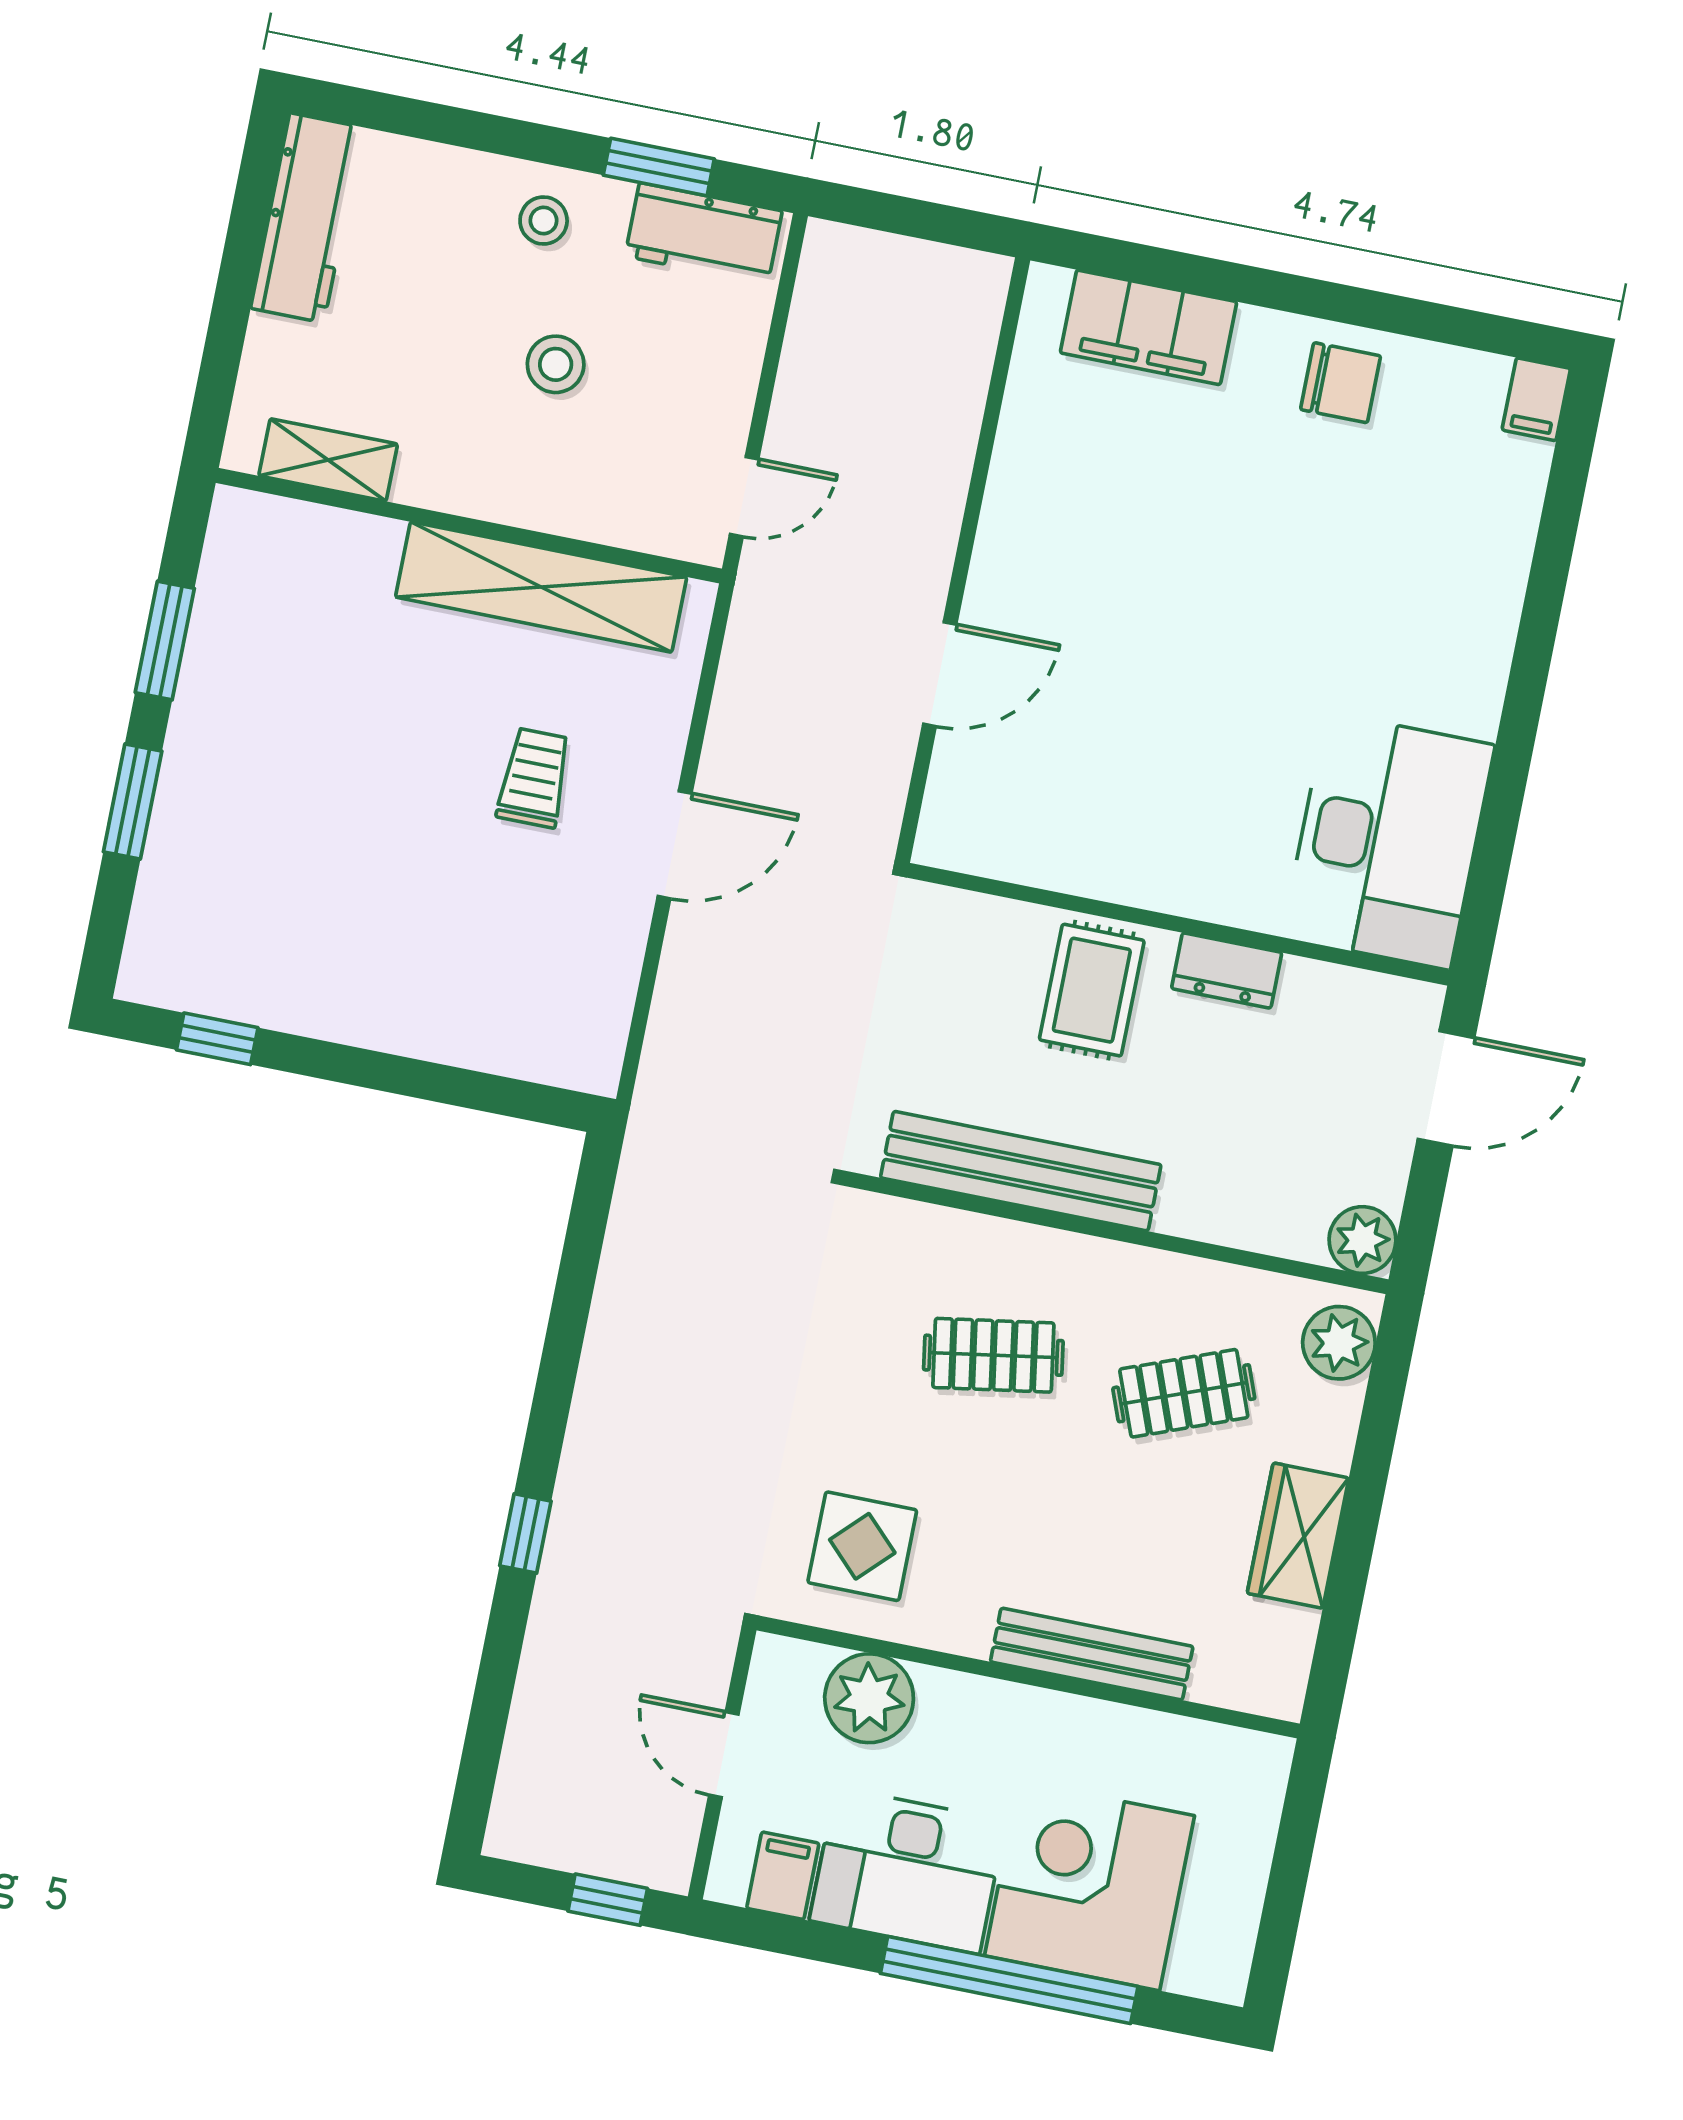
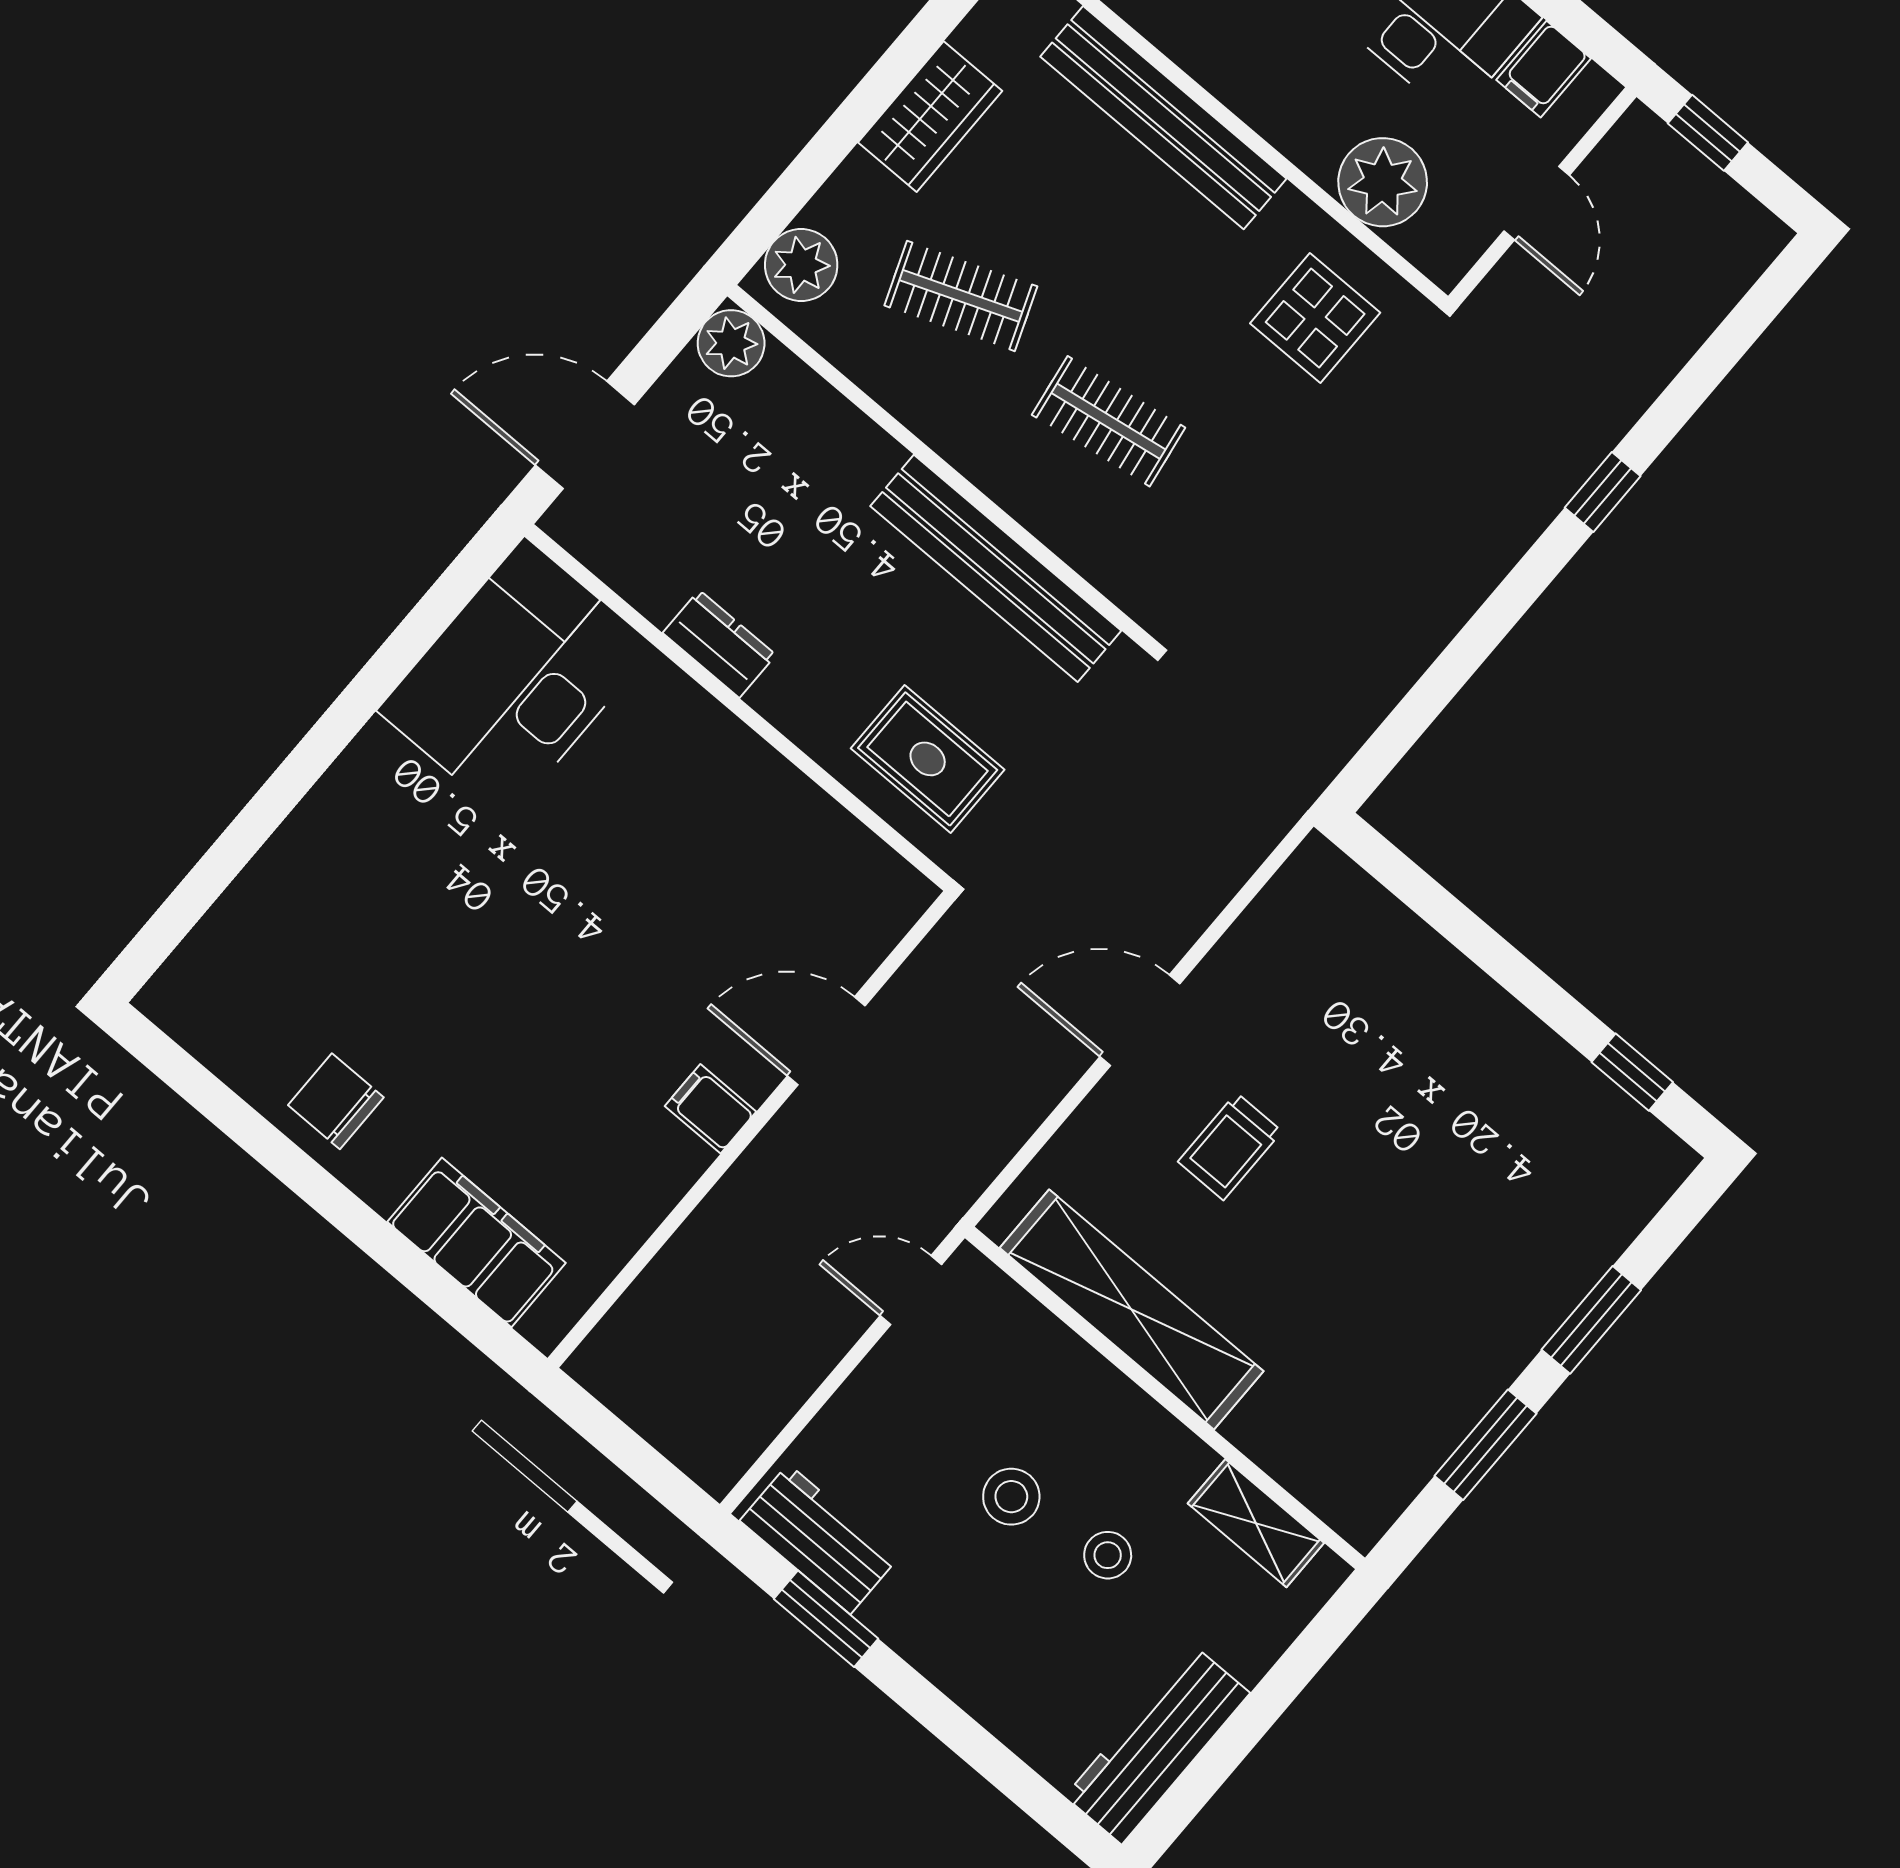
stool: (544, 221) -> (1108, 1555), moved
filing cabinet: (1536, 399) -> (711, 1109), moved, turned -90
rug: (1092, 990) -> (928, 759), moved, turned 90
bench: (1092, 1654) -> (1163, 118), width x1.37, depth x1.21

